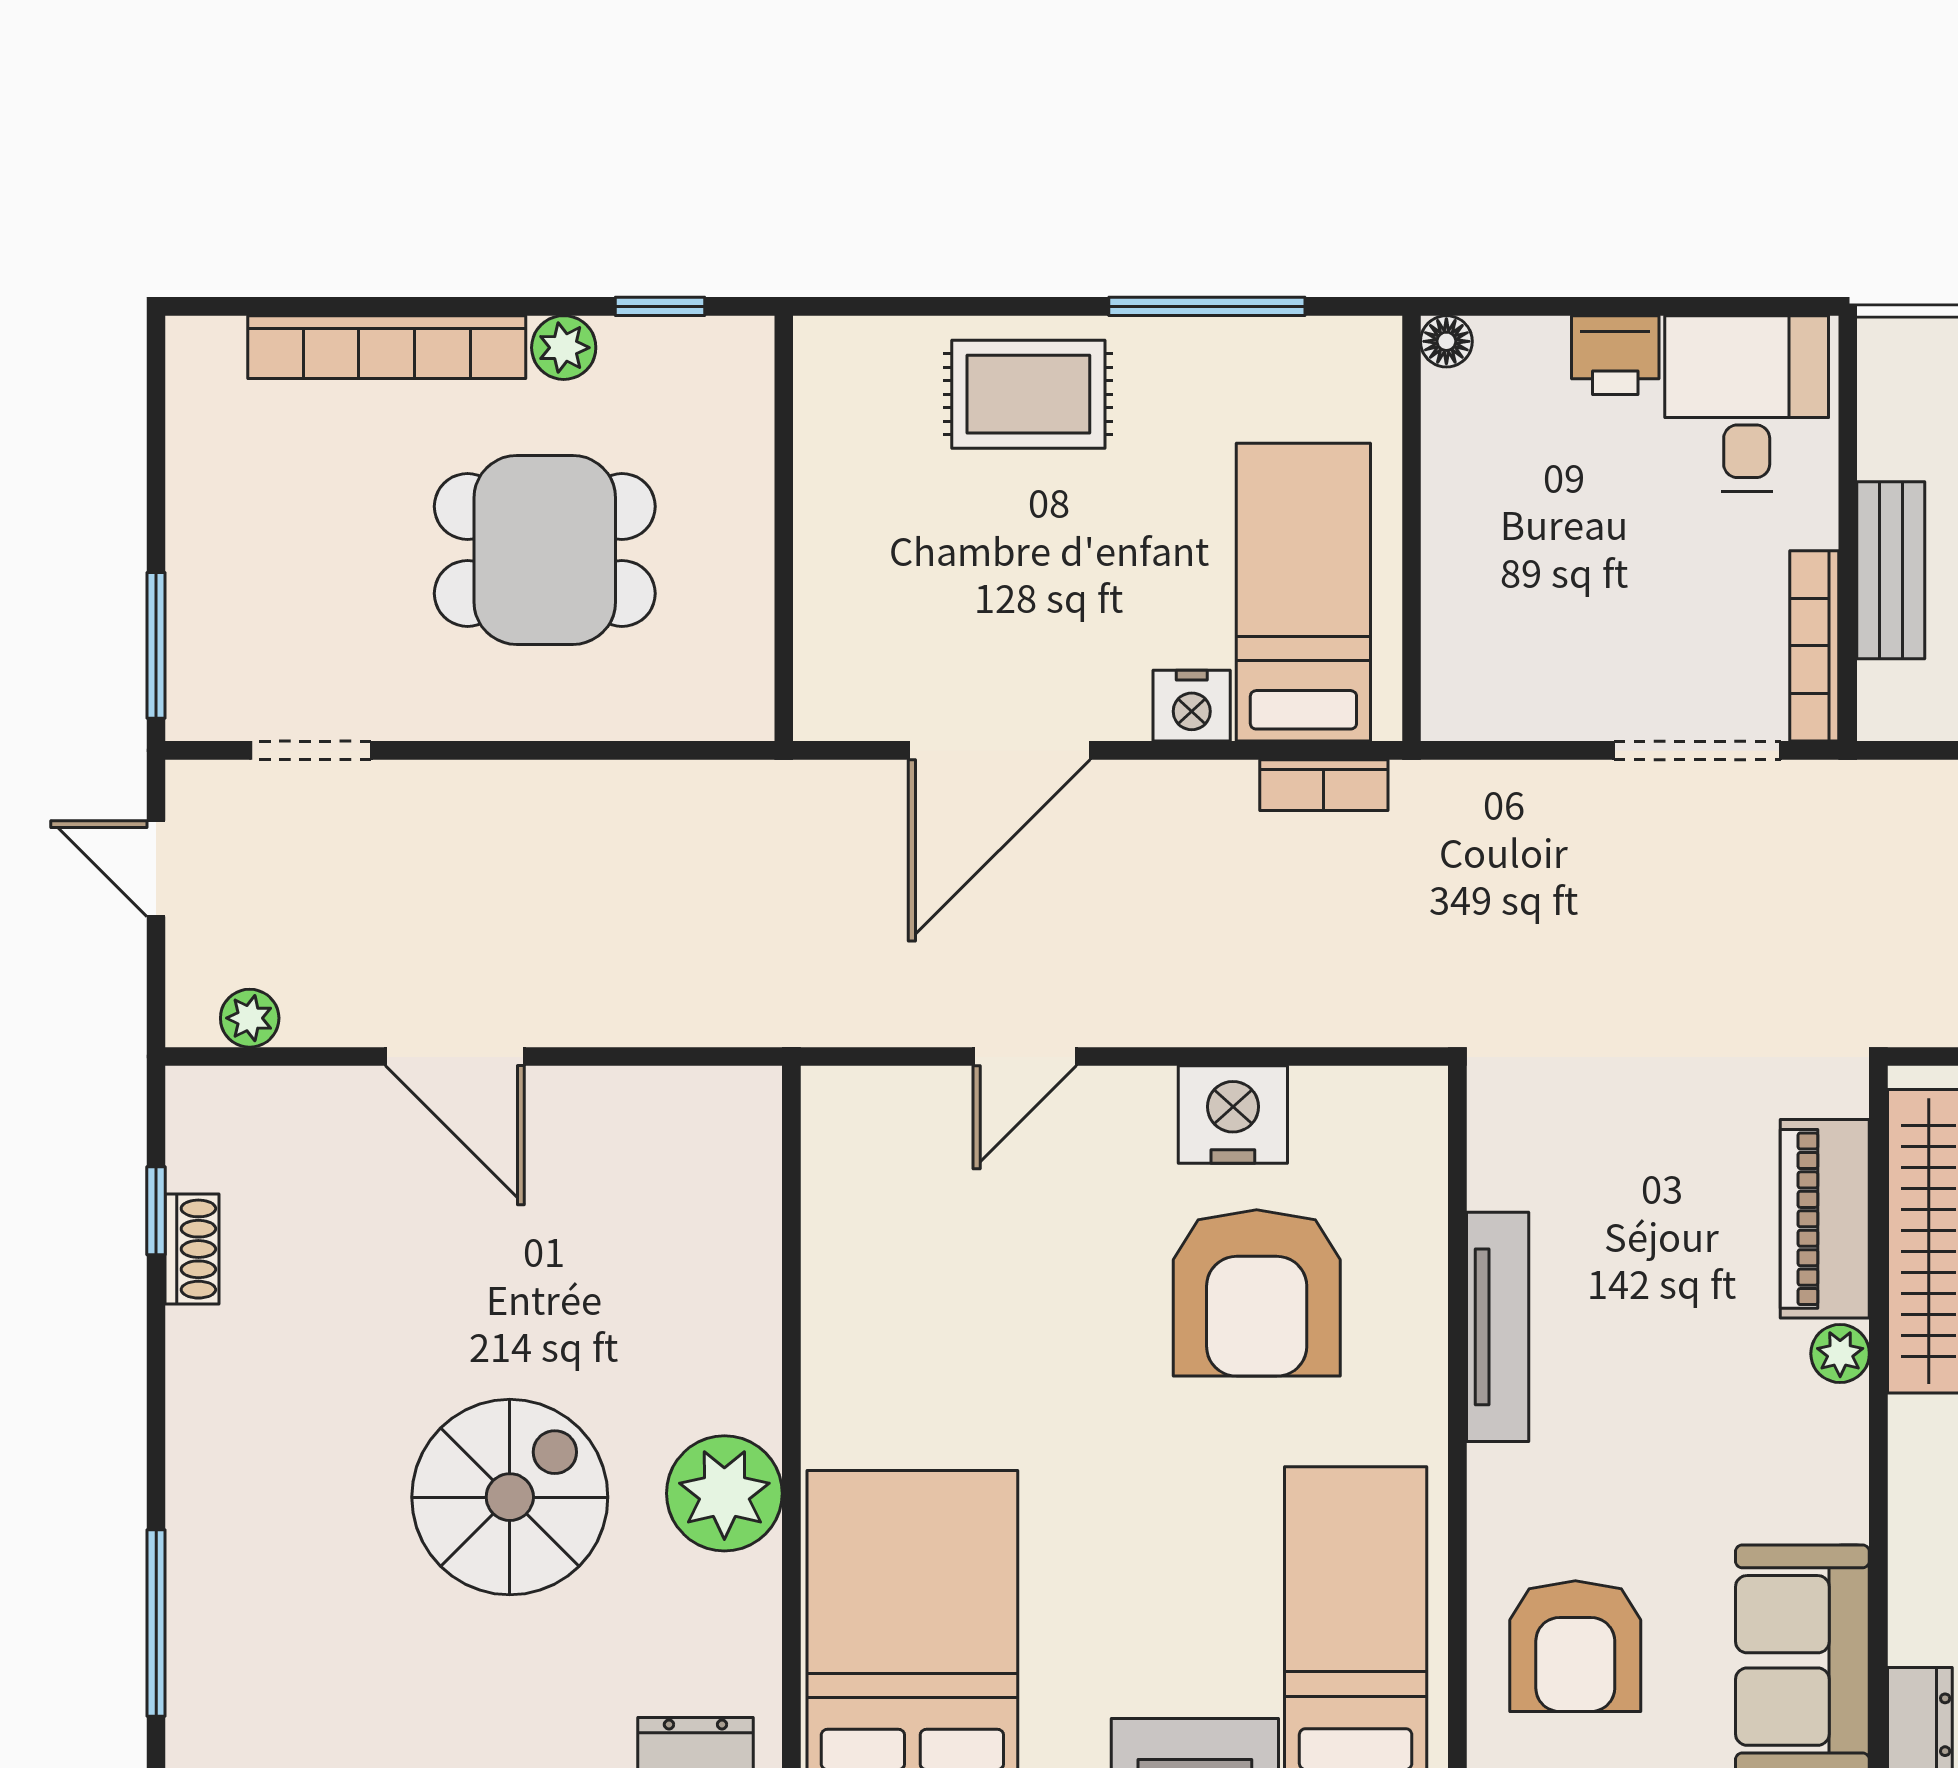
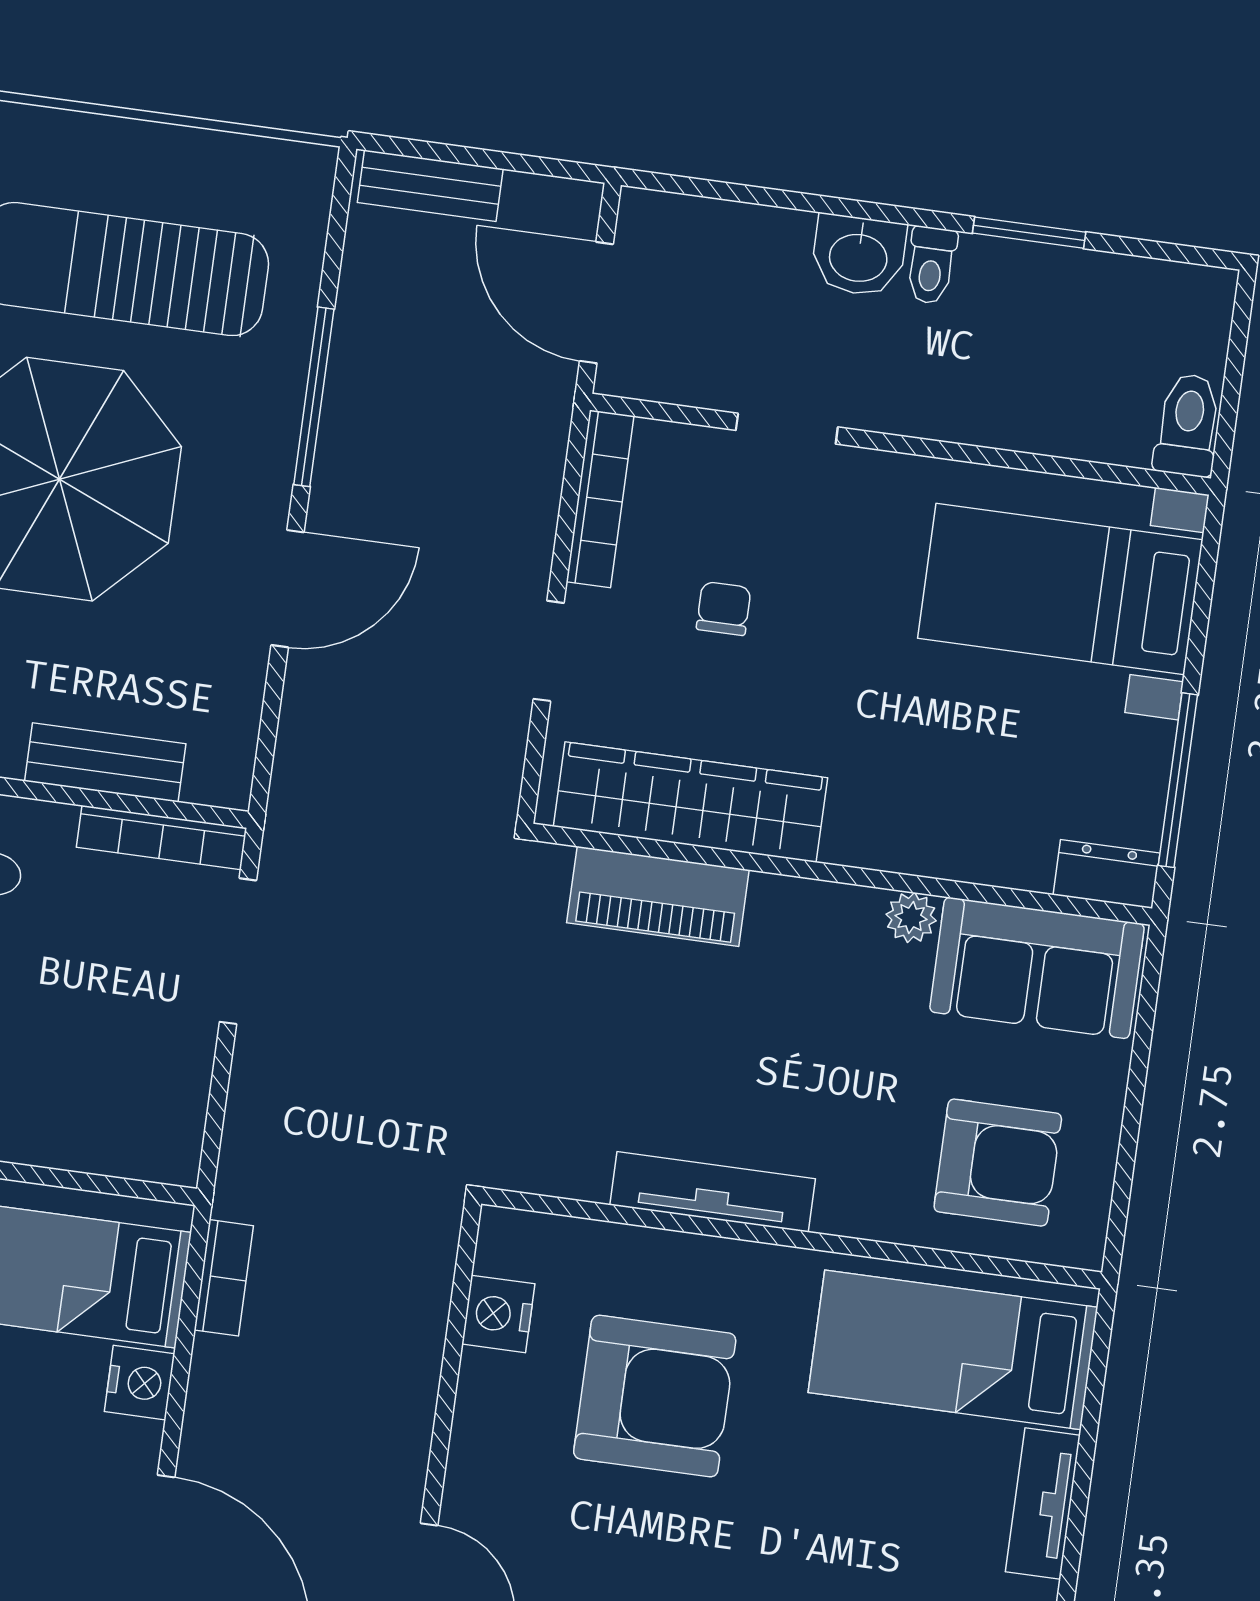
nightstand: (1233, 1115) -> (498, 1314), moved, width x0.74, depth x0.75
plant: (1840, 1354) -> (911, 918), moved

